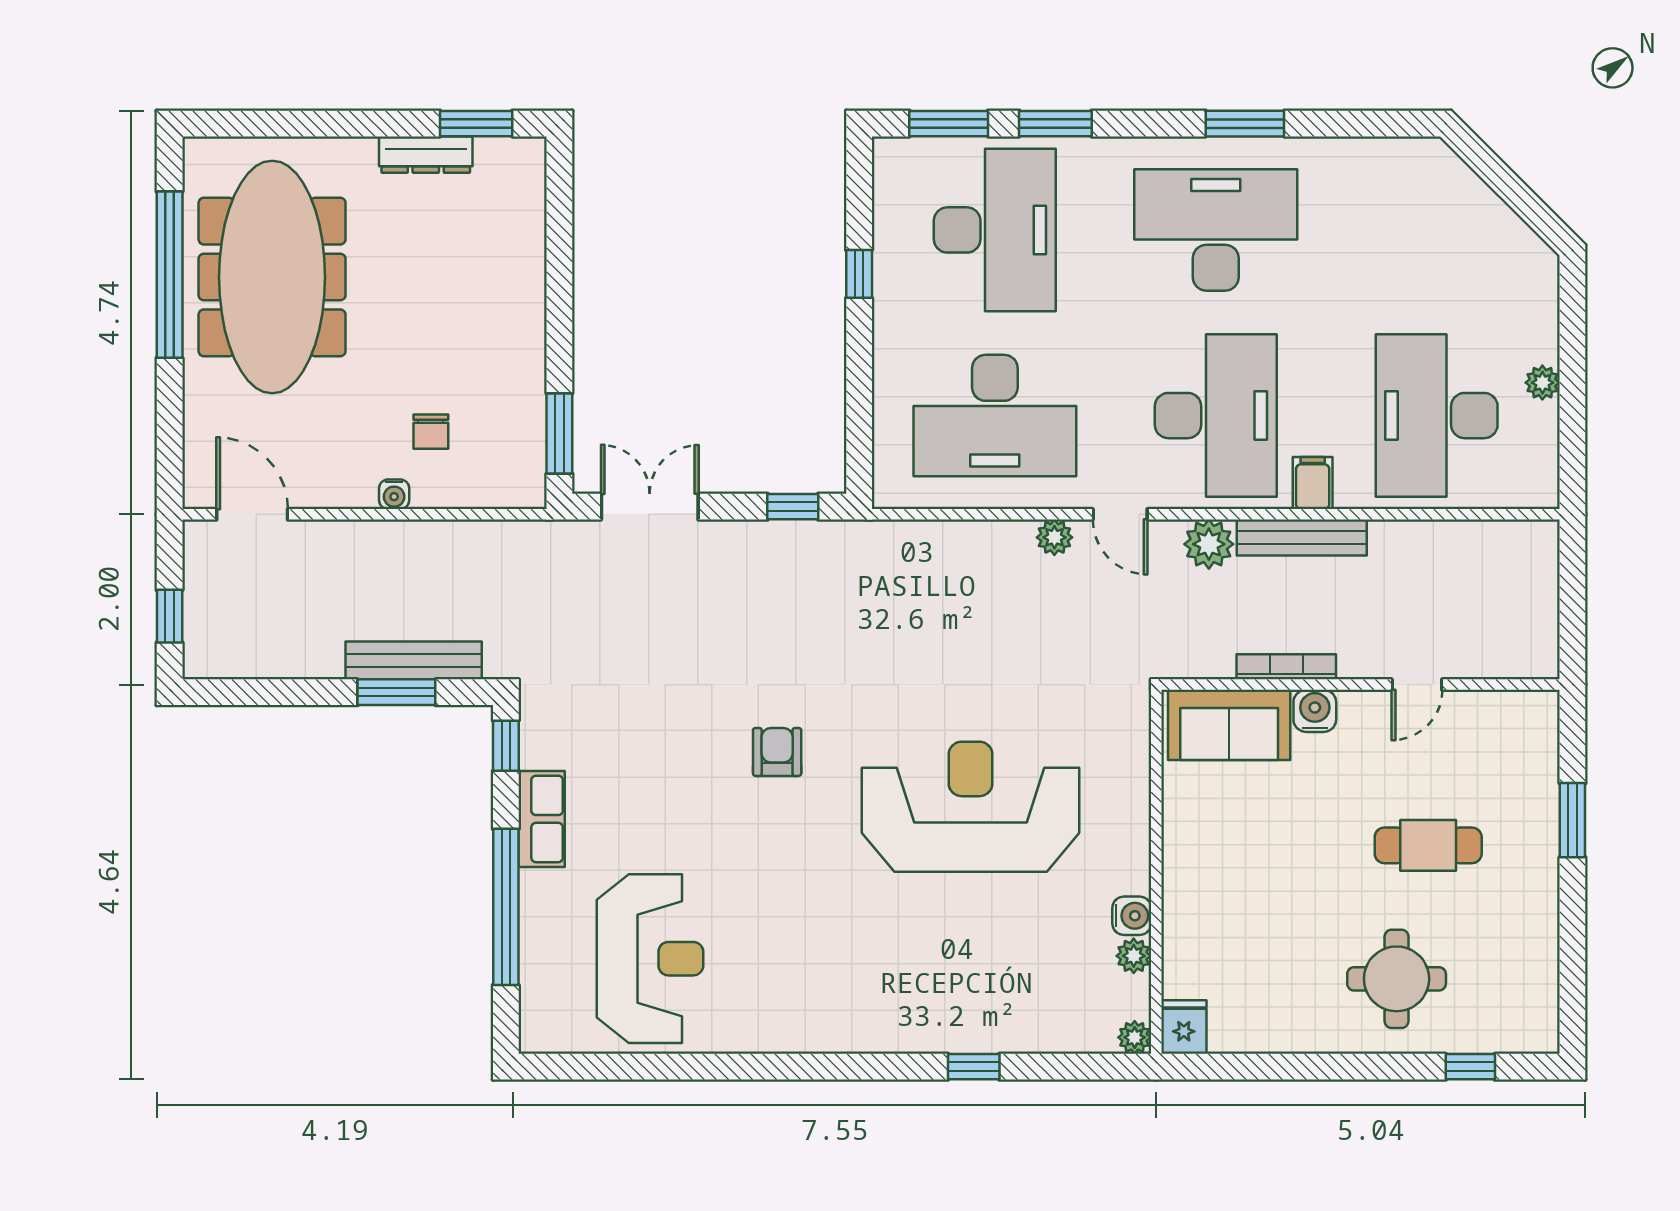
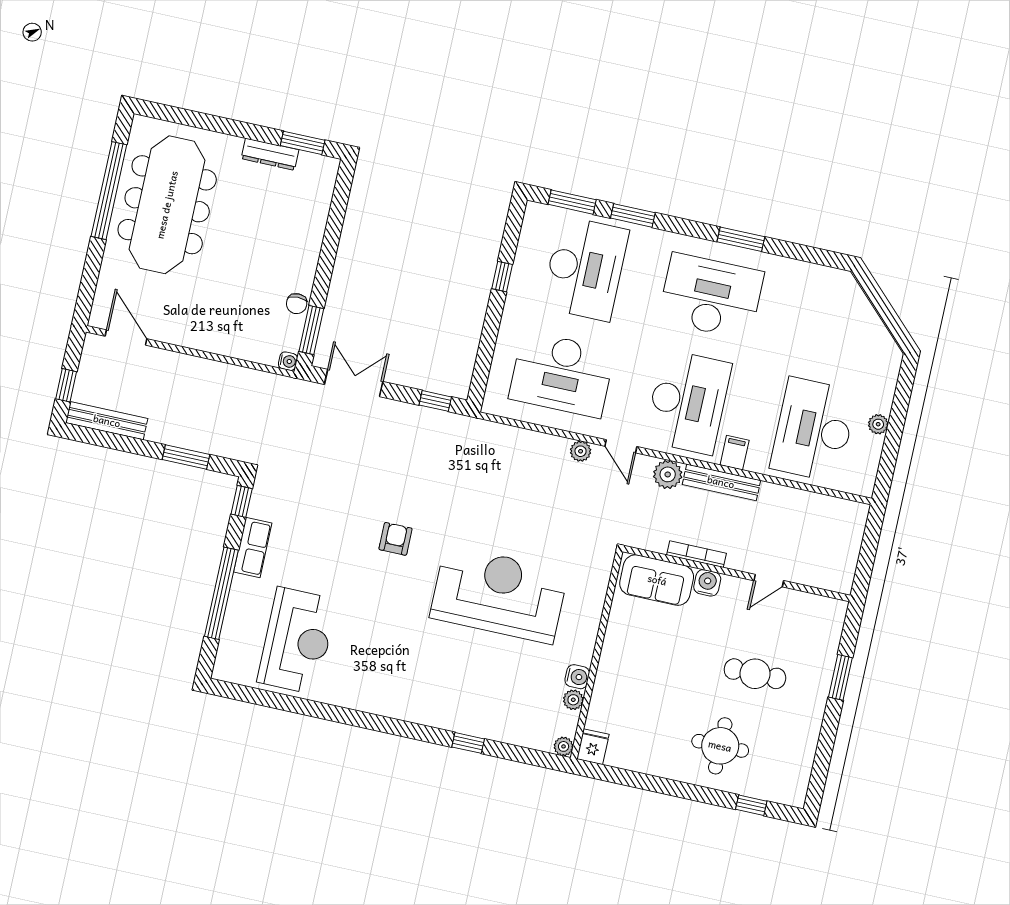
chair: (431, 432) -> (297, 304), moved
water cooler: (394, 494) -> (288, 361), moved, turned -90
bench: (414, 660) -> (107, 421), moved

